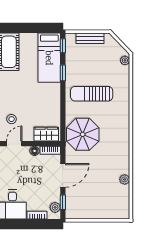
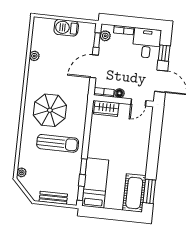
stool: (12, 119) -> (139, 127), removed
parasol: (83, 134) -> (50, 110), moved
barbecue: (95, 211) -> (66, 28), added

